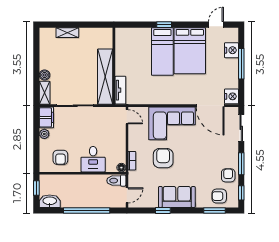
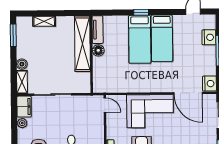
window: (36, 46) -> (13, 35), added
bed: (190, 51) -> (162, 38), width x0.67
floor lamp: (121, 62) -> (98, 50), added
shelving: (105, 77) -> (82, 44), moved
tv unit: (120, 90) -> (98, 30), moved

